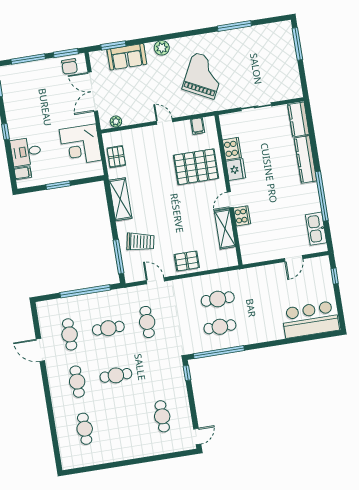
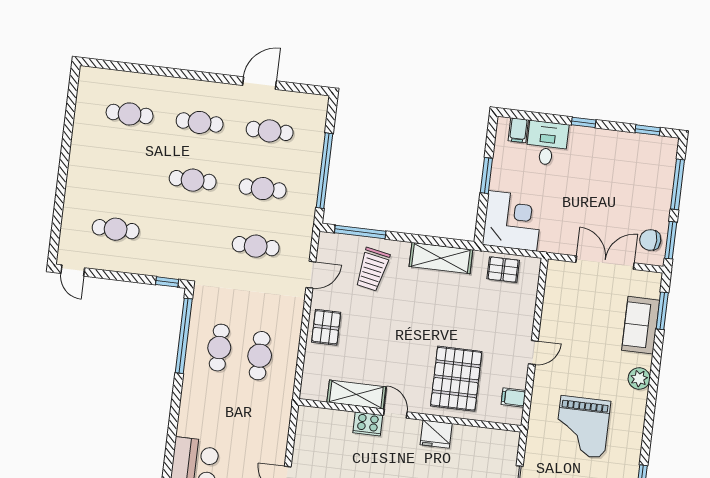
grand piano: (204, 76) -> (583, 427), turned 63
plant: (116, 122) -> (553, 283), removed
corner desk: (80, 145) -> (513, 221), moved, turned 90
cooker: (232, 149) -> (467, 437), removed
cafe table: (108, 328) -> (263, 189), turned 90
cafe table: (116, 375) -> (193, 180), turned 90

